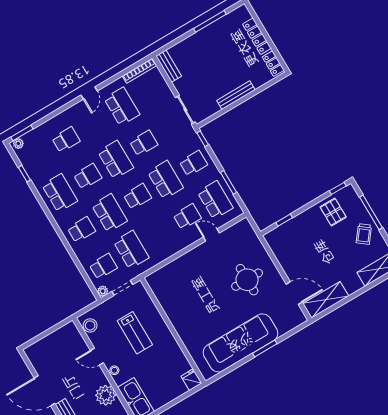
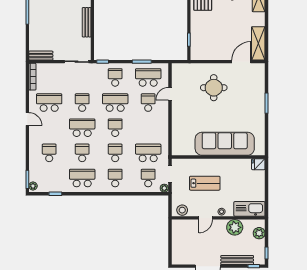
school desk: (109, 213) -> (115, 153), width x0.54
sofa: (240, 343) -> (225, 144), moved, turned 90

